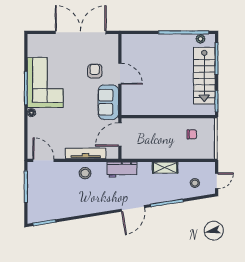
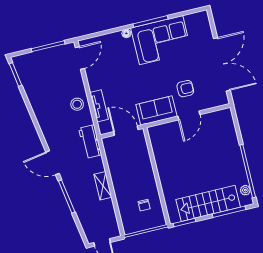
tv unit: (86, 153) -> (99, 106), width x0.71
stool: (195, 183) -> (94, 220), removed

